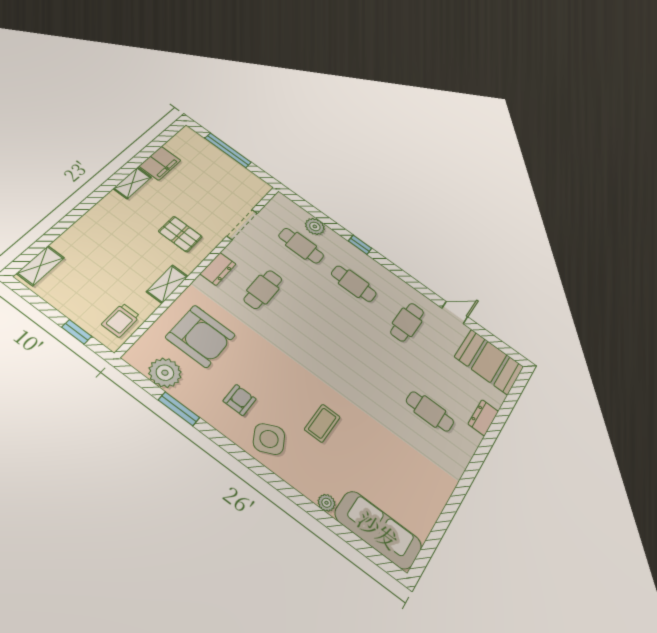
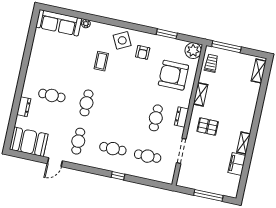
plant: (315, 226) -> (145, 173), removed
window: (77, 332) -> (226, 47), width x2.17
cafe table: (373, 370) -> (86, 103), added
plant: (165, 373) -> (193, 51), moved

